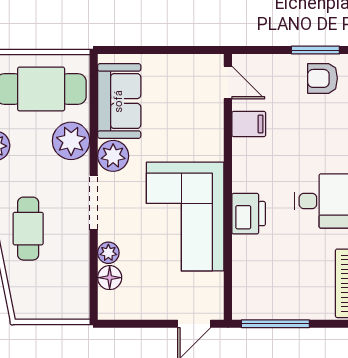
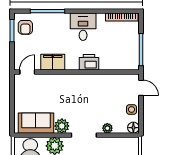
filing cabinet: (249, 124) -> (53, 62), width x2.00
corner sofa: (185, 217) -> (90, 92), removed
floor lamp: (110, 278) -> (133, 128), moved
side table: (148, 304) -> (132, 109), added

